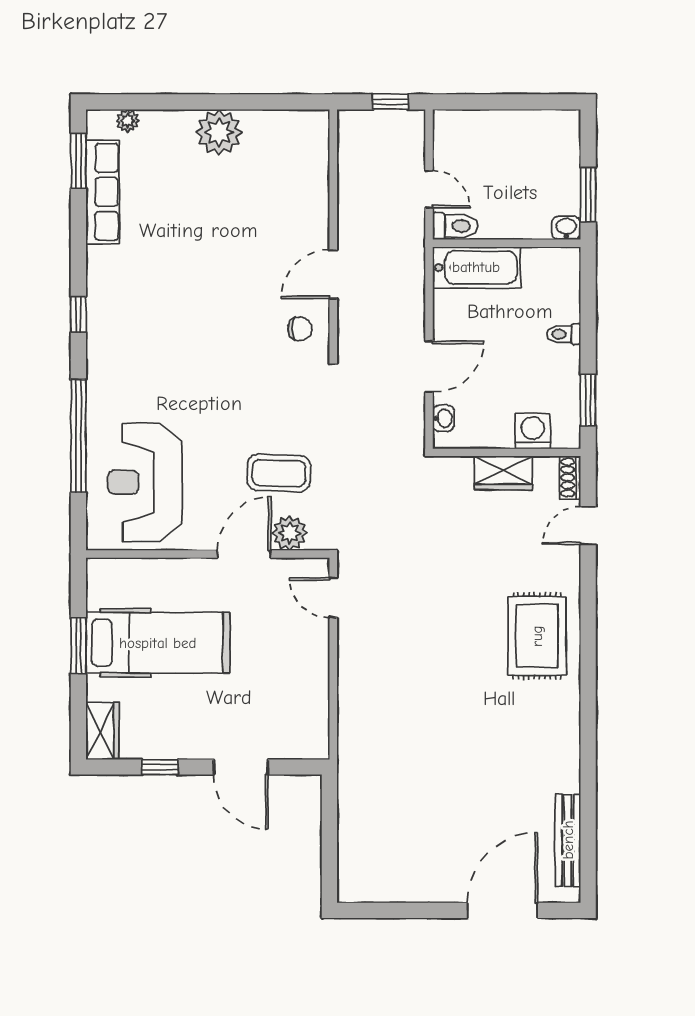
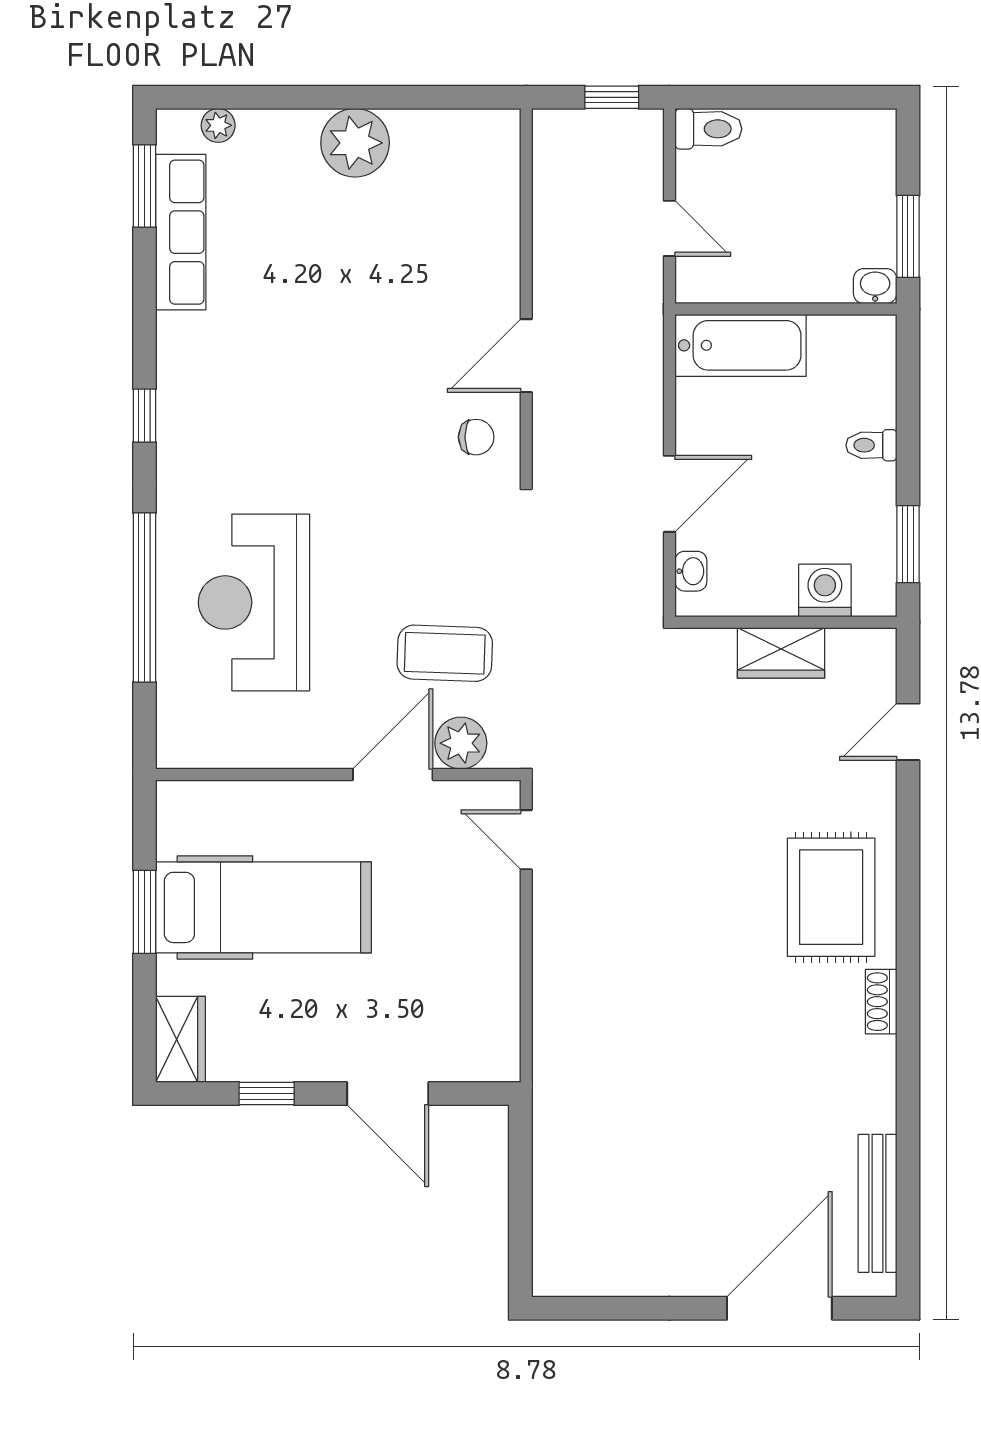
toilet: (455, 226) -> (708, 129), moved
shoe rack: (570, 478) -> (881, 1002), moved
reception desk: (145, 482) -> (254, 602), moved

